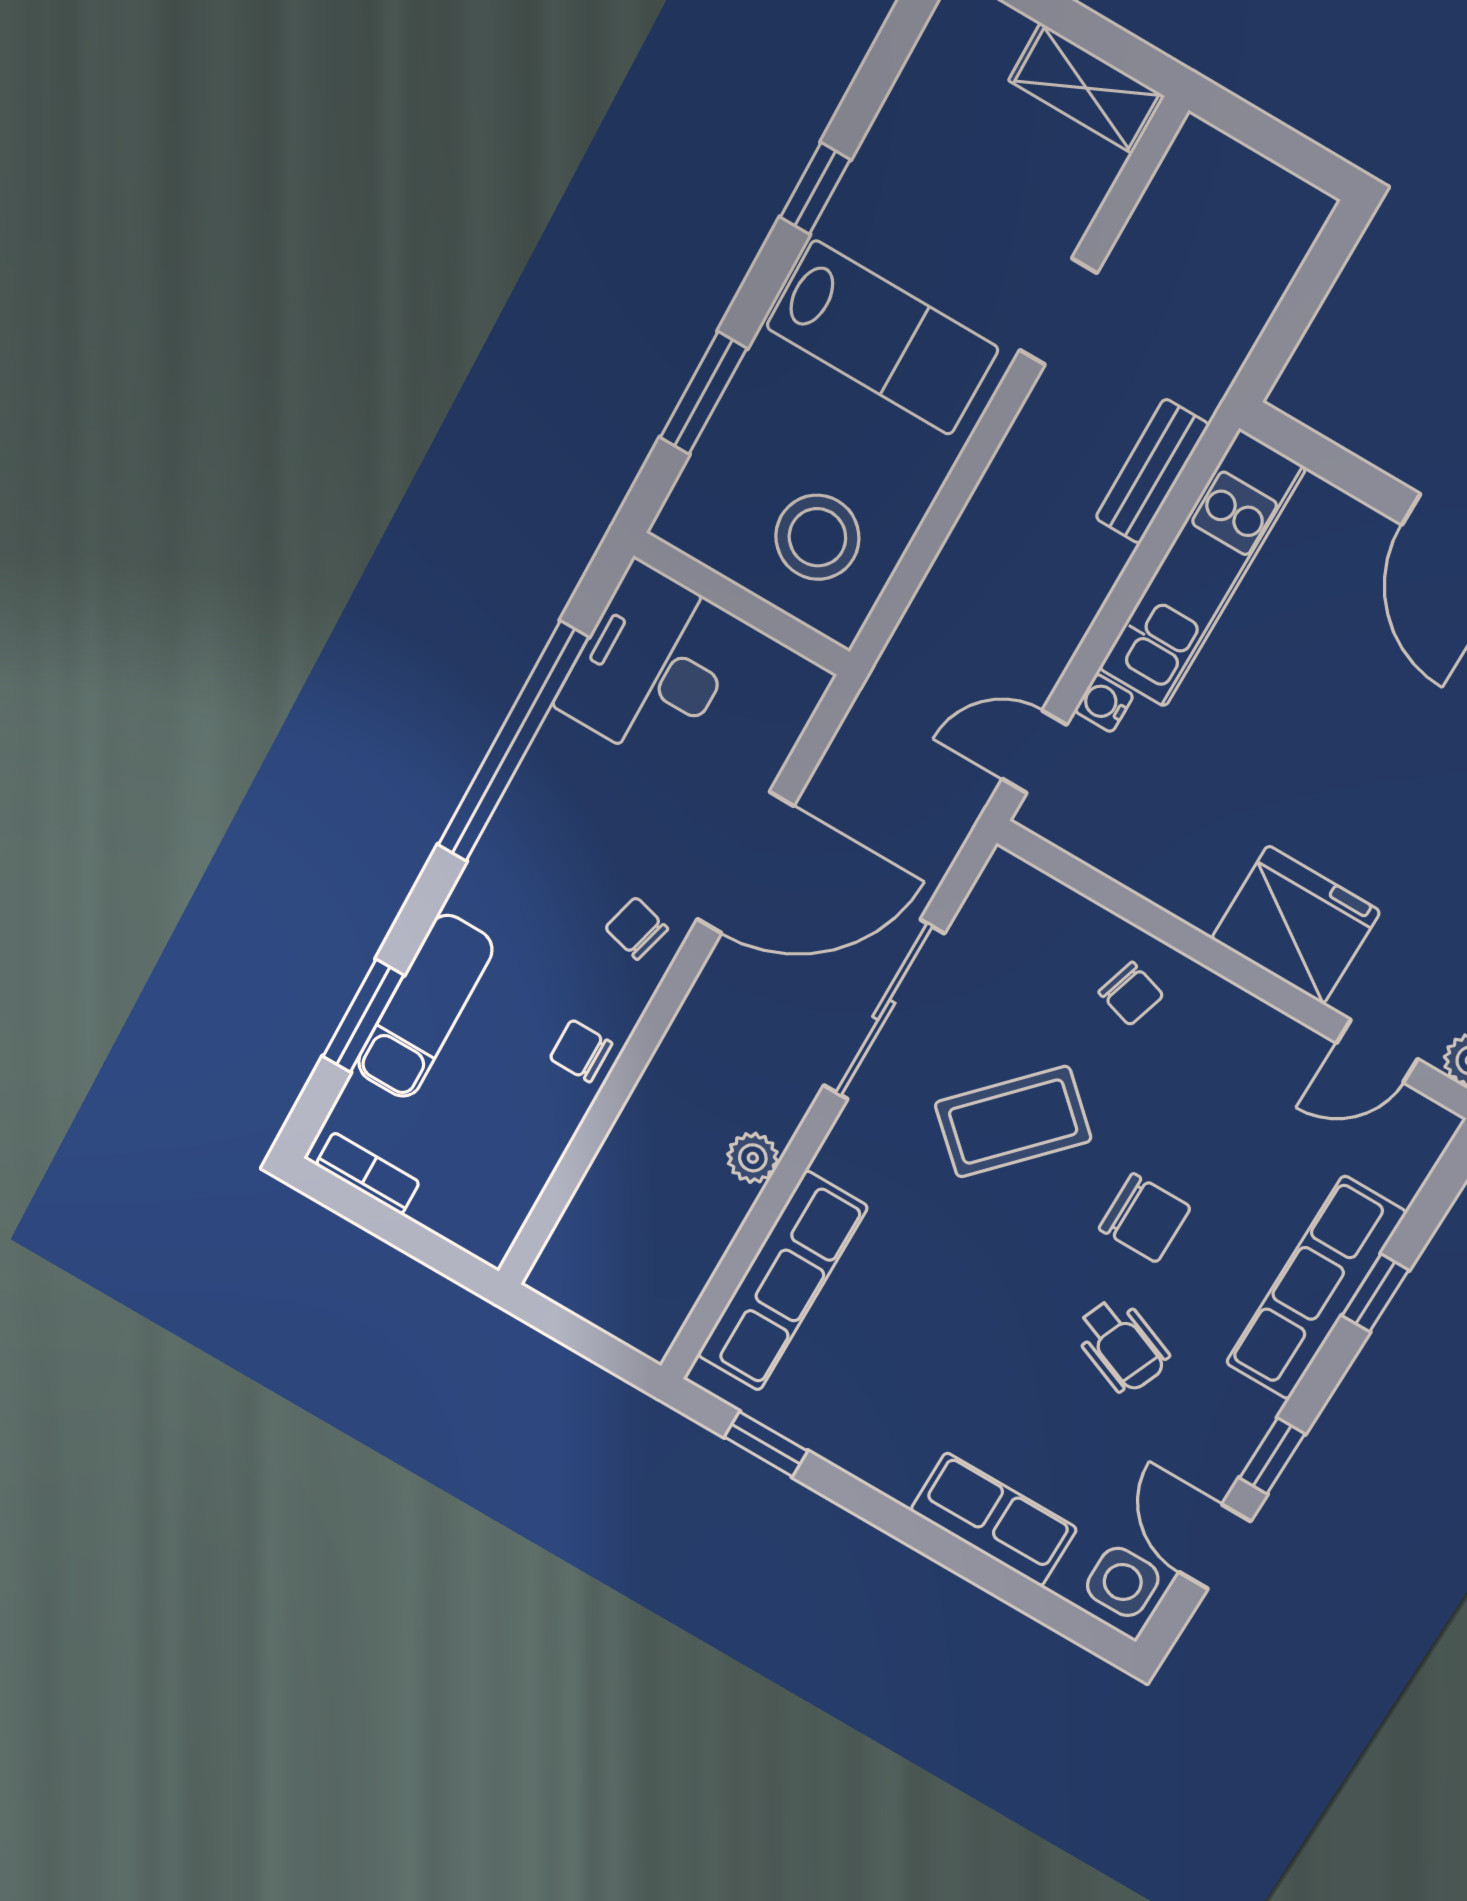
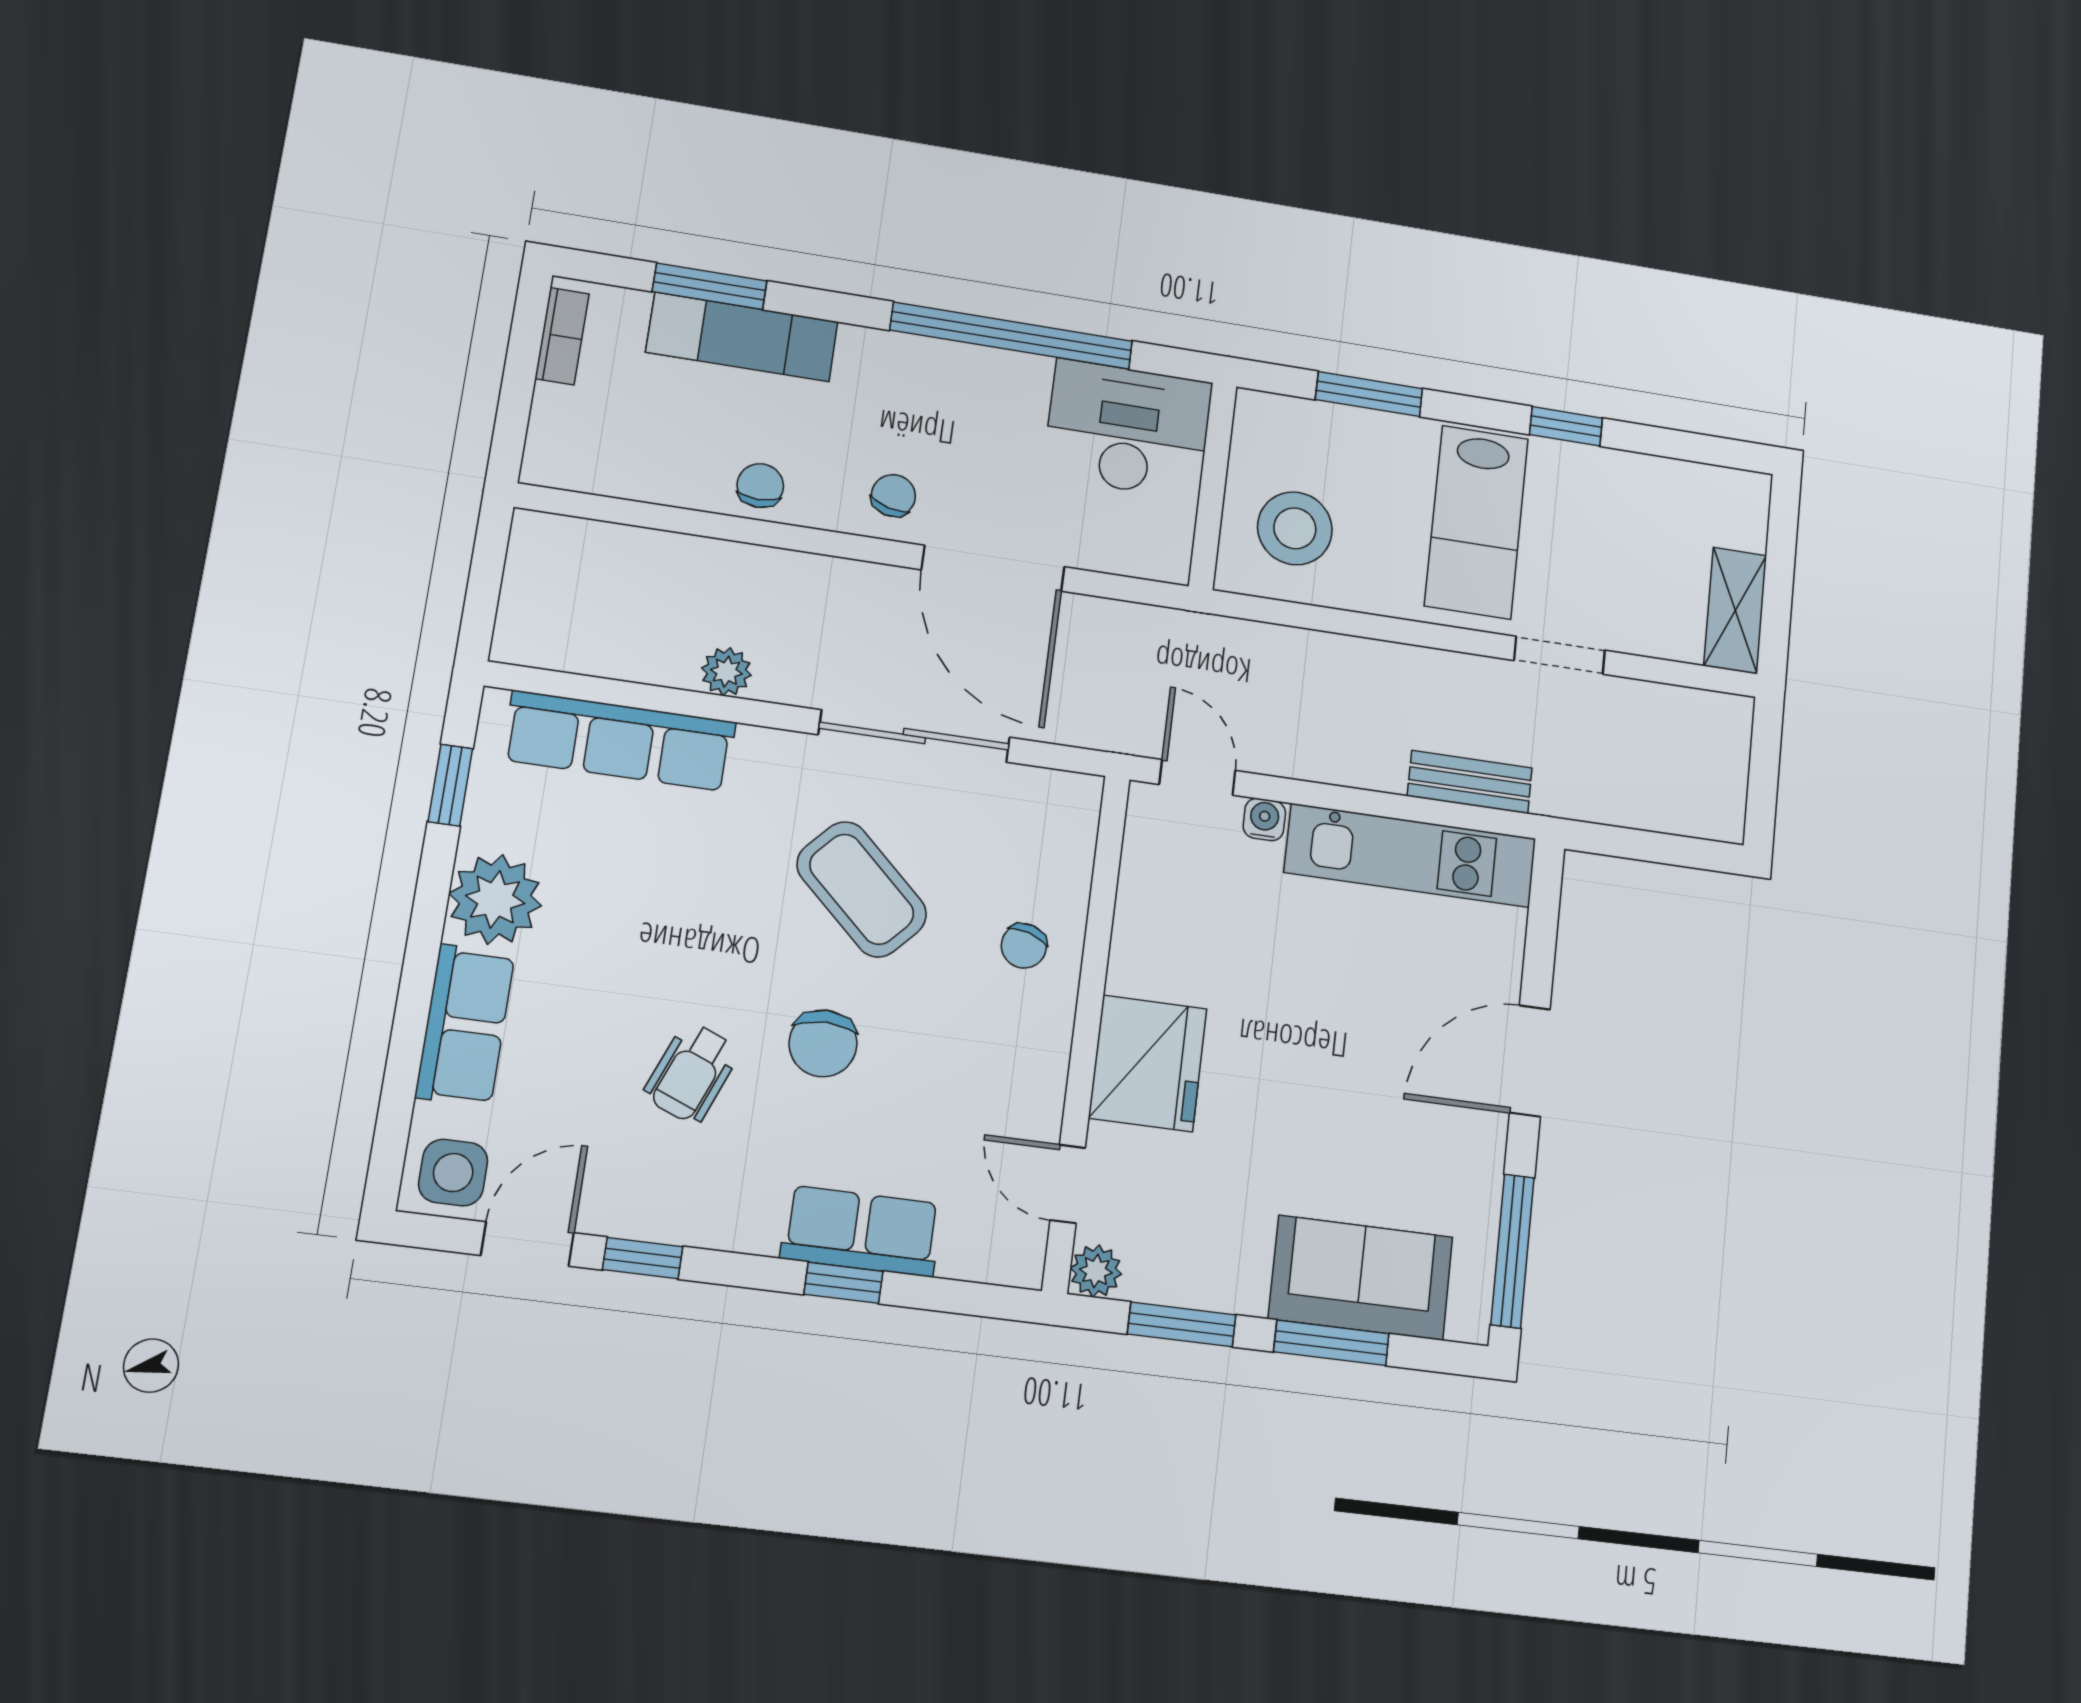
row of seats: (1316, 1288) -> (861, 1231), width x0.68
plant: (888, 1448) -> (495, 899), added

